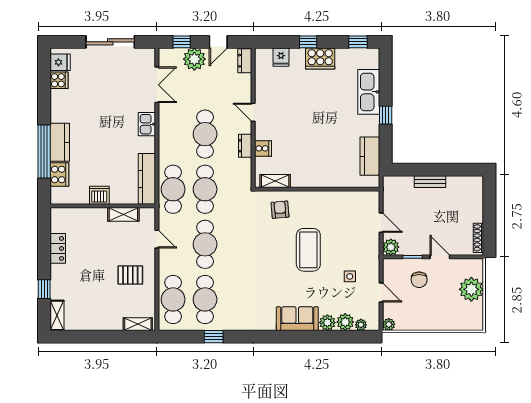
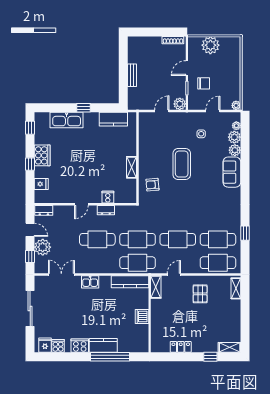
cooker: (59, 174) -> (80, 346), moved
shelving: (275, 181) -> (132, 167), moved
shelving: (123, 214) -> (156, 287), moved
coffee table: (308, 250) -> (182, 164), turned 90

